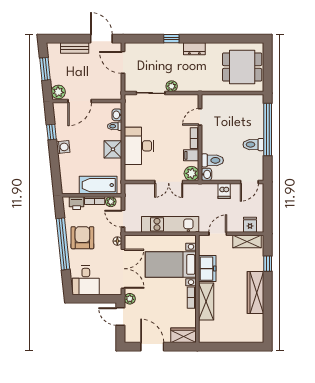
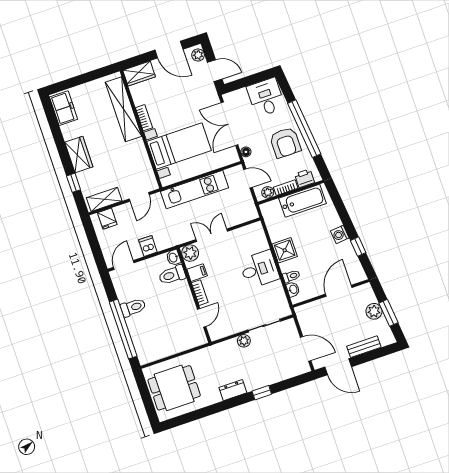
plant: (58, 92) -> (374, 311), moved
desk: (139, 146) -> (259, 269), width x0.73
bathtub: (98, 185) -> (303, 201), moved
freezer: (207, 269) -> (64, 108), moved, turned 180
wardrobe: (256, 292) -> (79, 155), width x0.67
plant: (130, 299) -> (198, 55), moved
shelving: (206, 301) -> (124, 109), width x1.47

